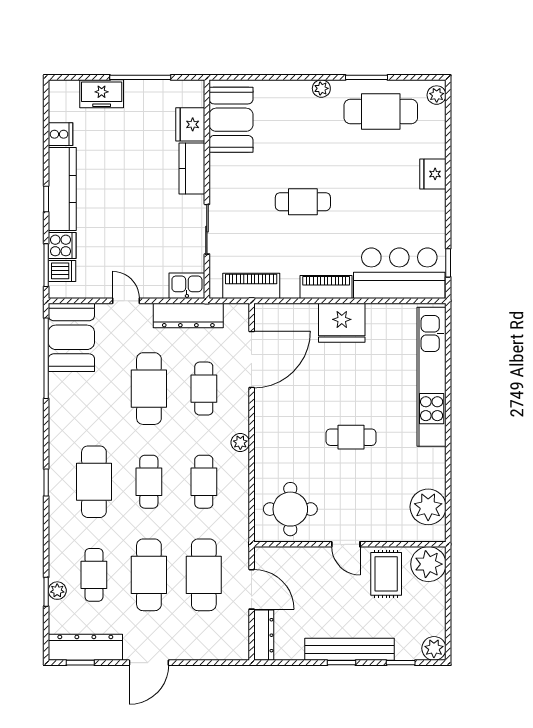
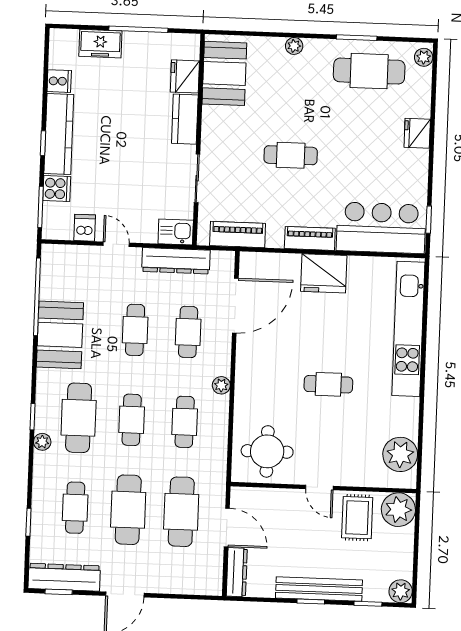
plant: (321, 88) -> (294, 46), moved
dishwasher: (62, 271) -> (85, 228), moved, turned -90
booth: (71, 337) -> (60, 335), moved
cafe table: (149, 389) -> (135, 330), width x0.73, depth x0.74
plant: (57, 591) -> (42, 442), moved

